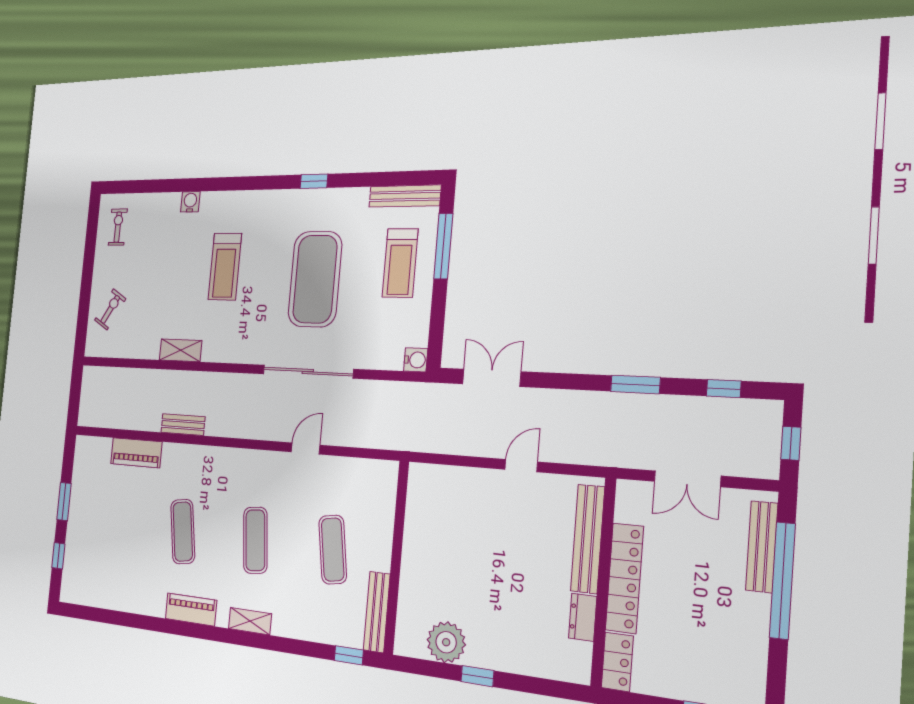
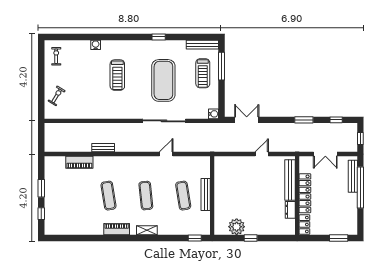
shelving: (181, 350) -> (98, 114), removed
bench: (377, 612) -> (206, 194), moved

